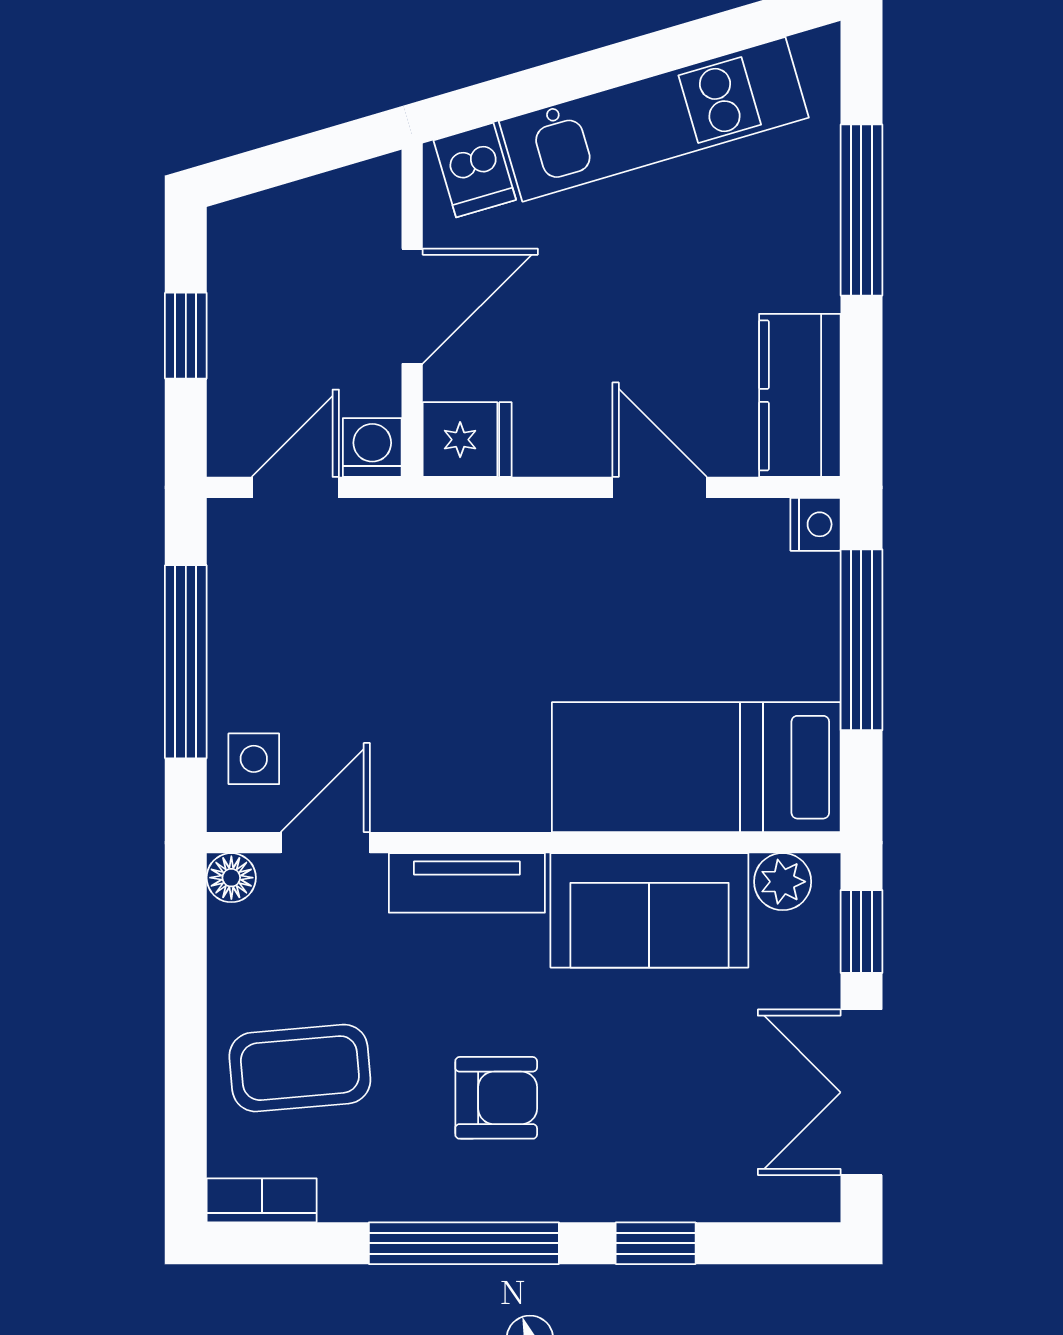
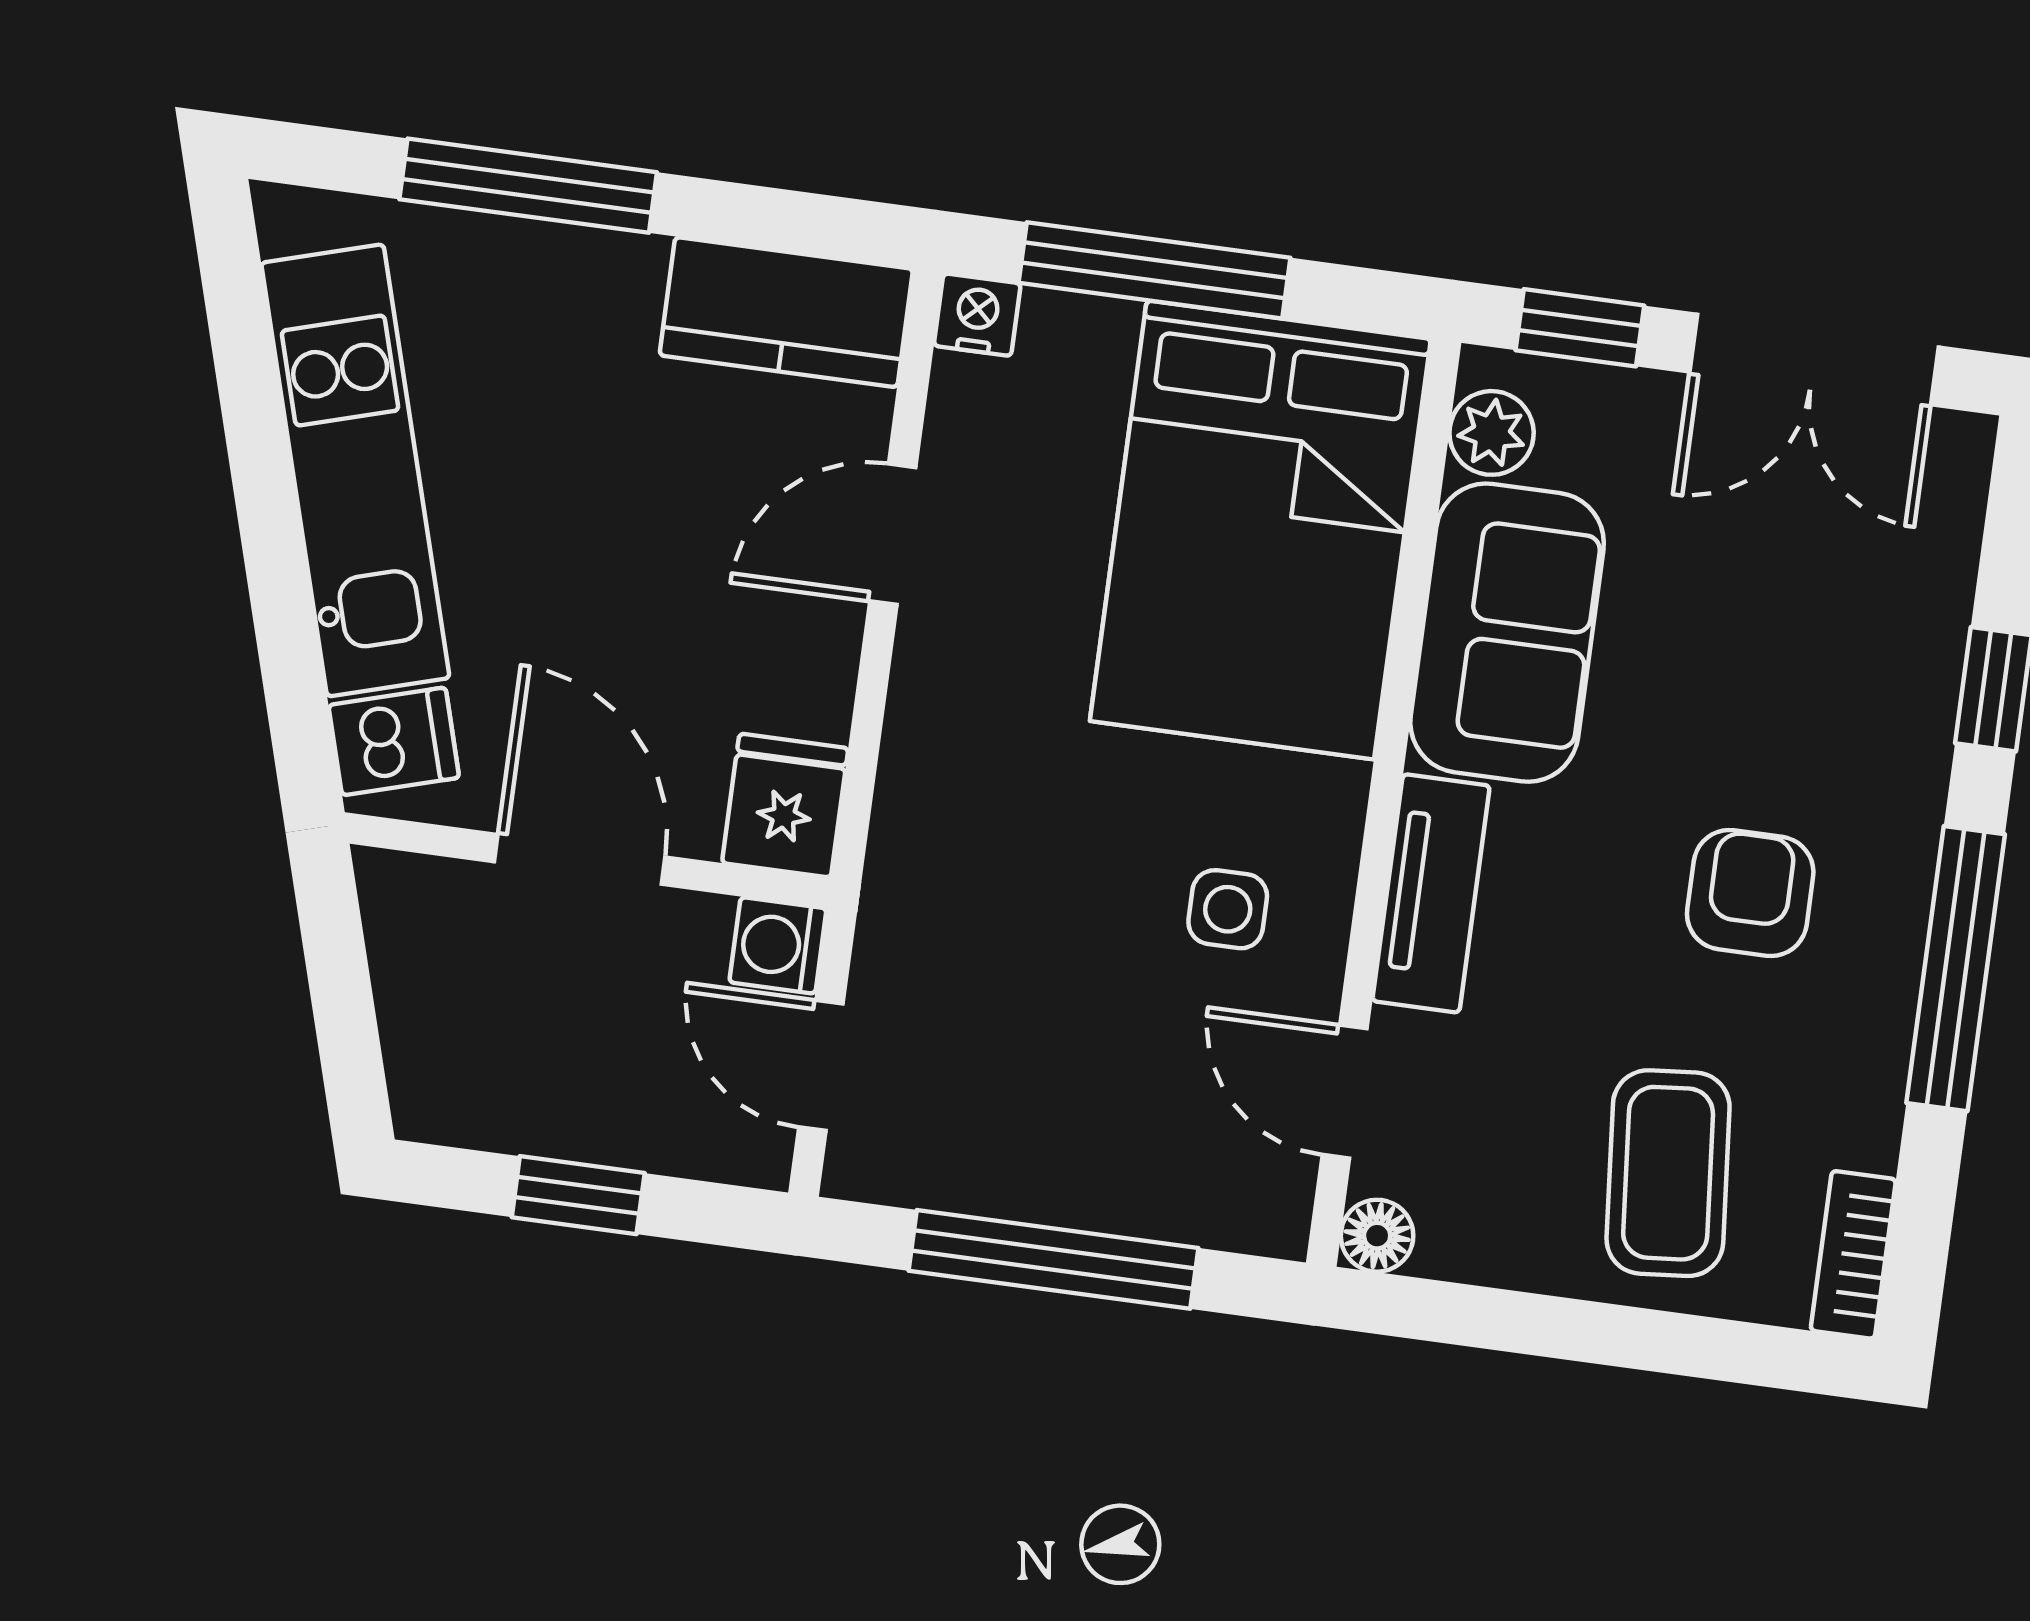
side table: (254, 759) -> (1228, 909), moved
bed: (696, 767) -> (1260, 530), width x1.50

